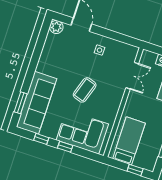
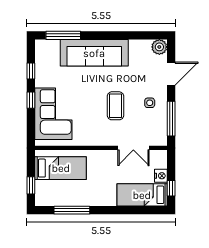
window: (118, 37) -> (171, 119), added
coffee table: (85, 90) -> (115, 106), moved, turned 72
window: (21, 103) -> (63, 35), width x1.44
sofa: (37, 103) -> (94, 53), moved

